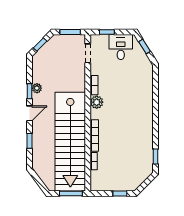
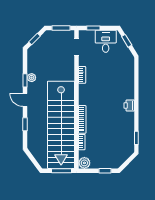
plant: (97, 102) -> (84, 163), moved
door: (30, 113) -> (25, 100), swing flipped
printer: (147, 120) -> (129, 106), added

